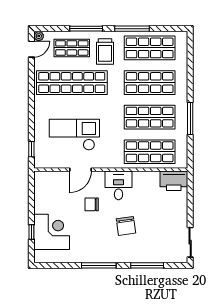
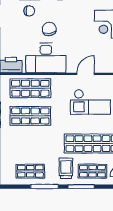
shop shelf: (150, 48) -> (30, 171), width x0.70, depth x0.74
shop shelf: (150, 83) -> (30, 144), removed
desk: (119, 185) -> (46, 58), width x1.87, depth x1.30
chair: (92, 204) -> (29, 11), moved

